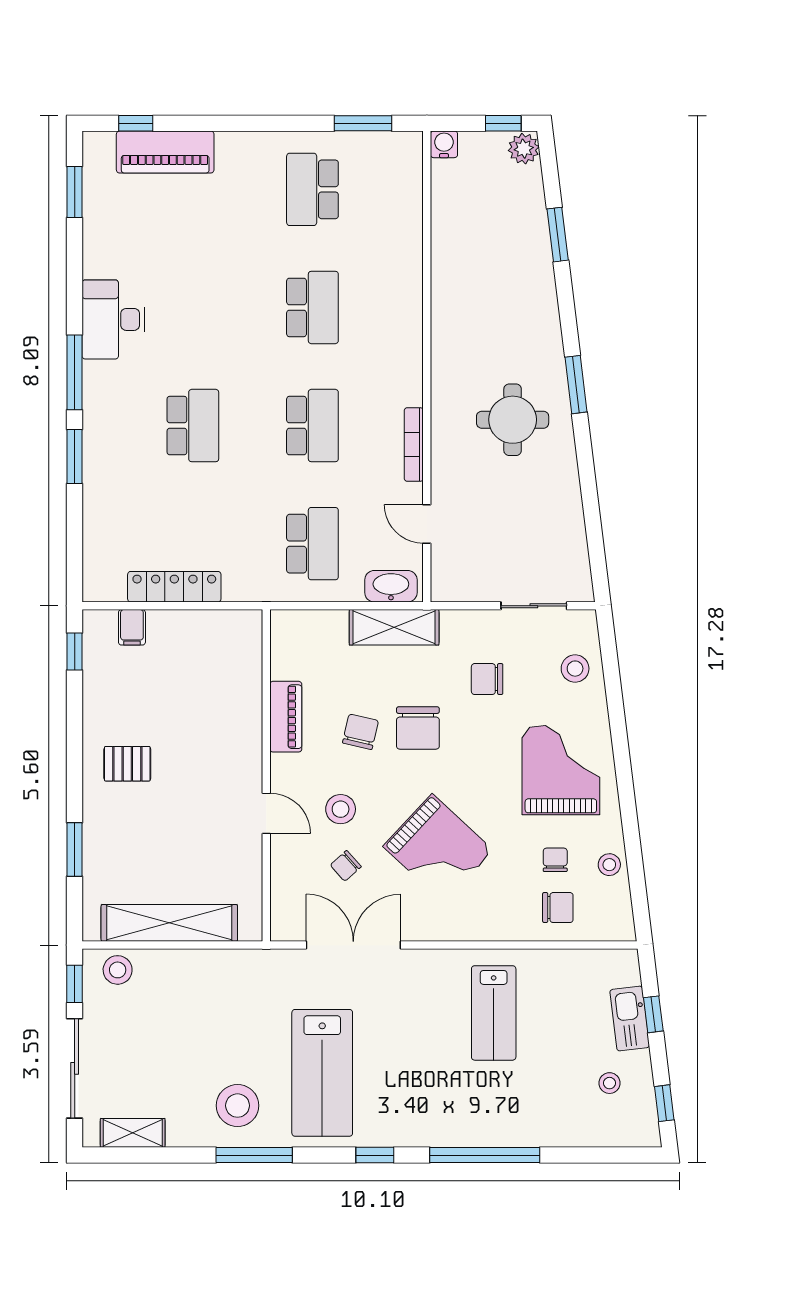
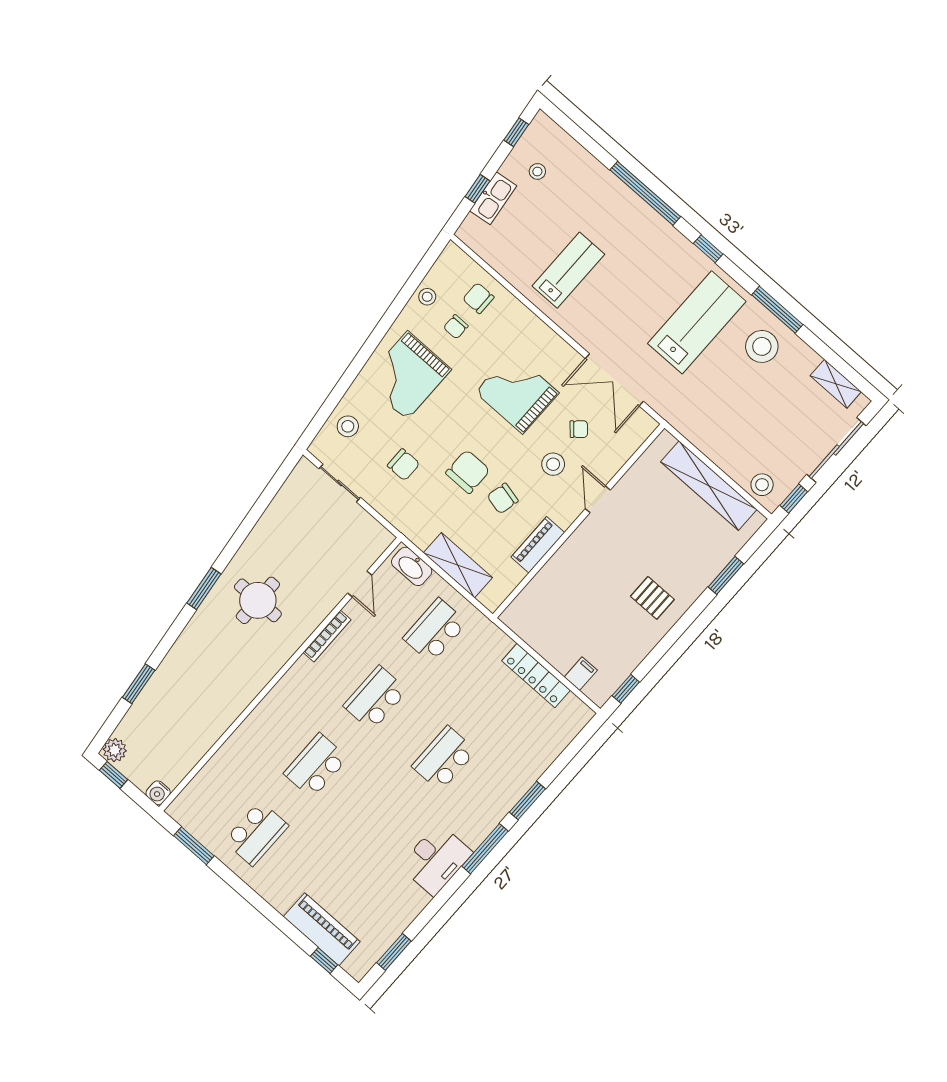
shelving: (394, 627) -> (458, 565), moved
grand piano: (438, 848) -> (517, 393), turned -43

